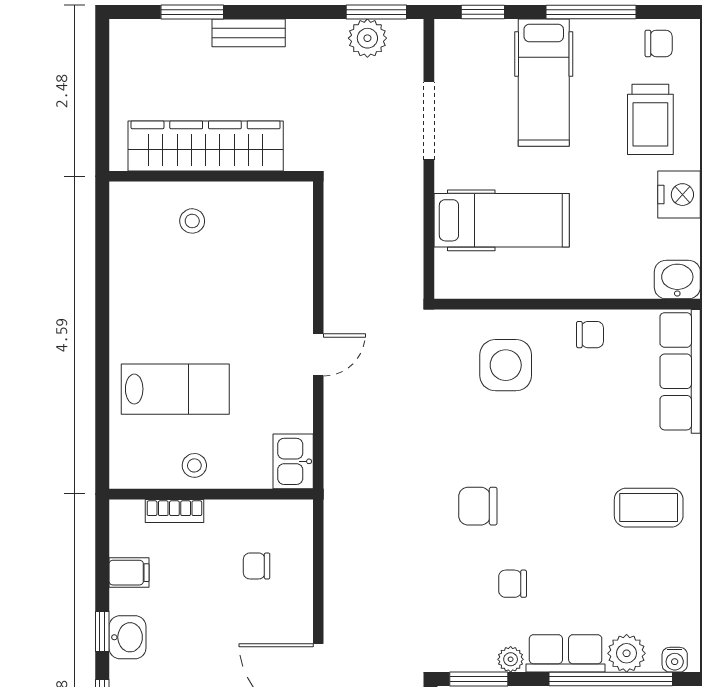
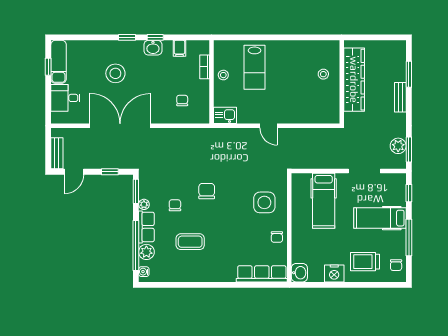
coffee table: (649, 508) -> (190, 242), moved, turned 90

